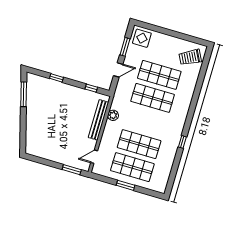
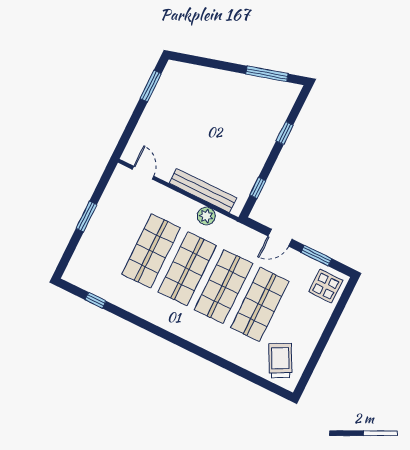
door: (118, 70) -> (280, 238), hinge flipped
window: (182, 142) -> (96, 300), moved
shop shelf: (132, 167) -> (187, 269), moved
window: (72, 170) -> (151, 86), moved

